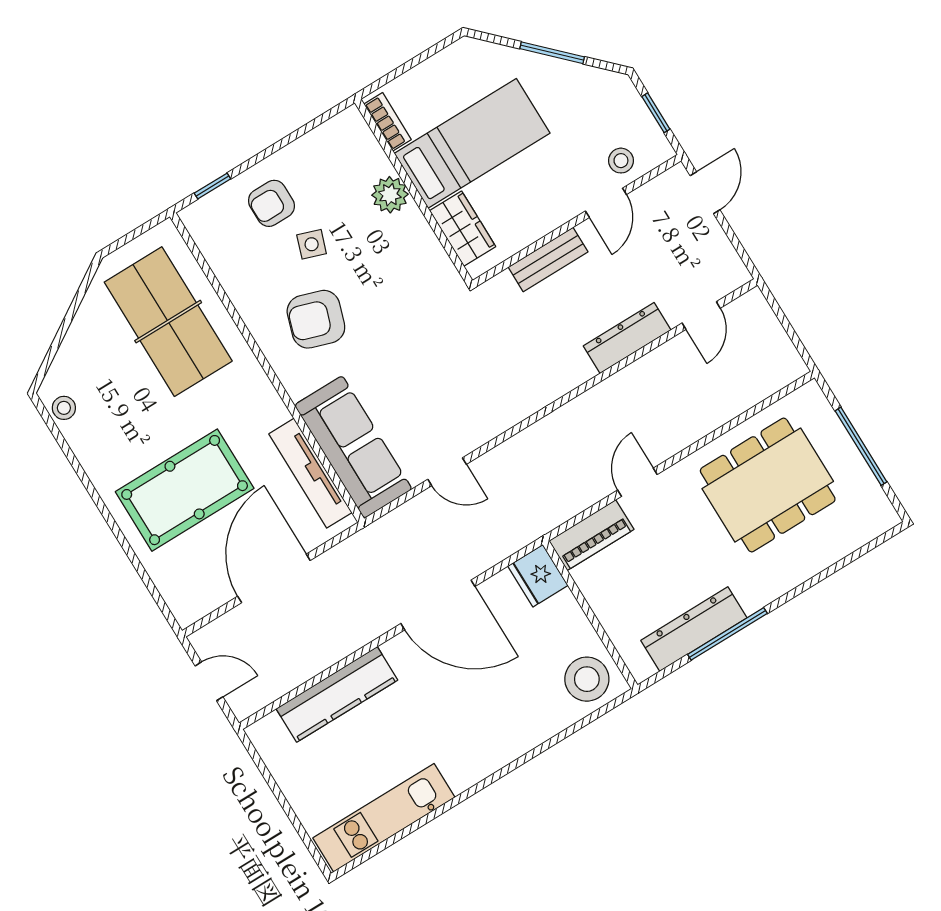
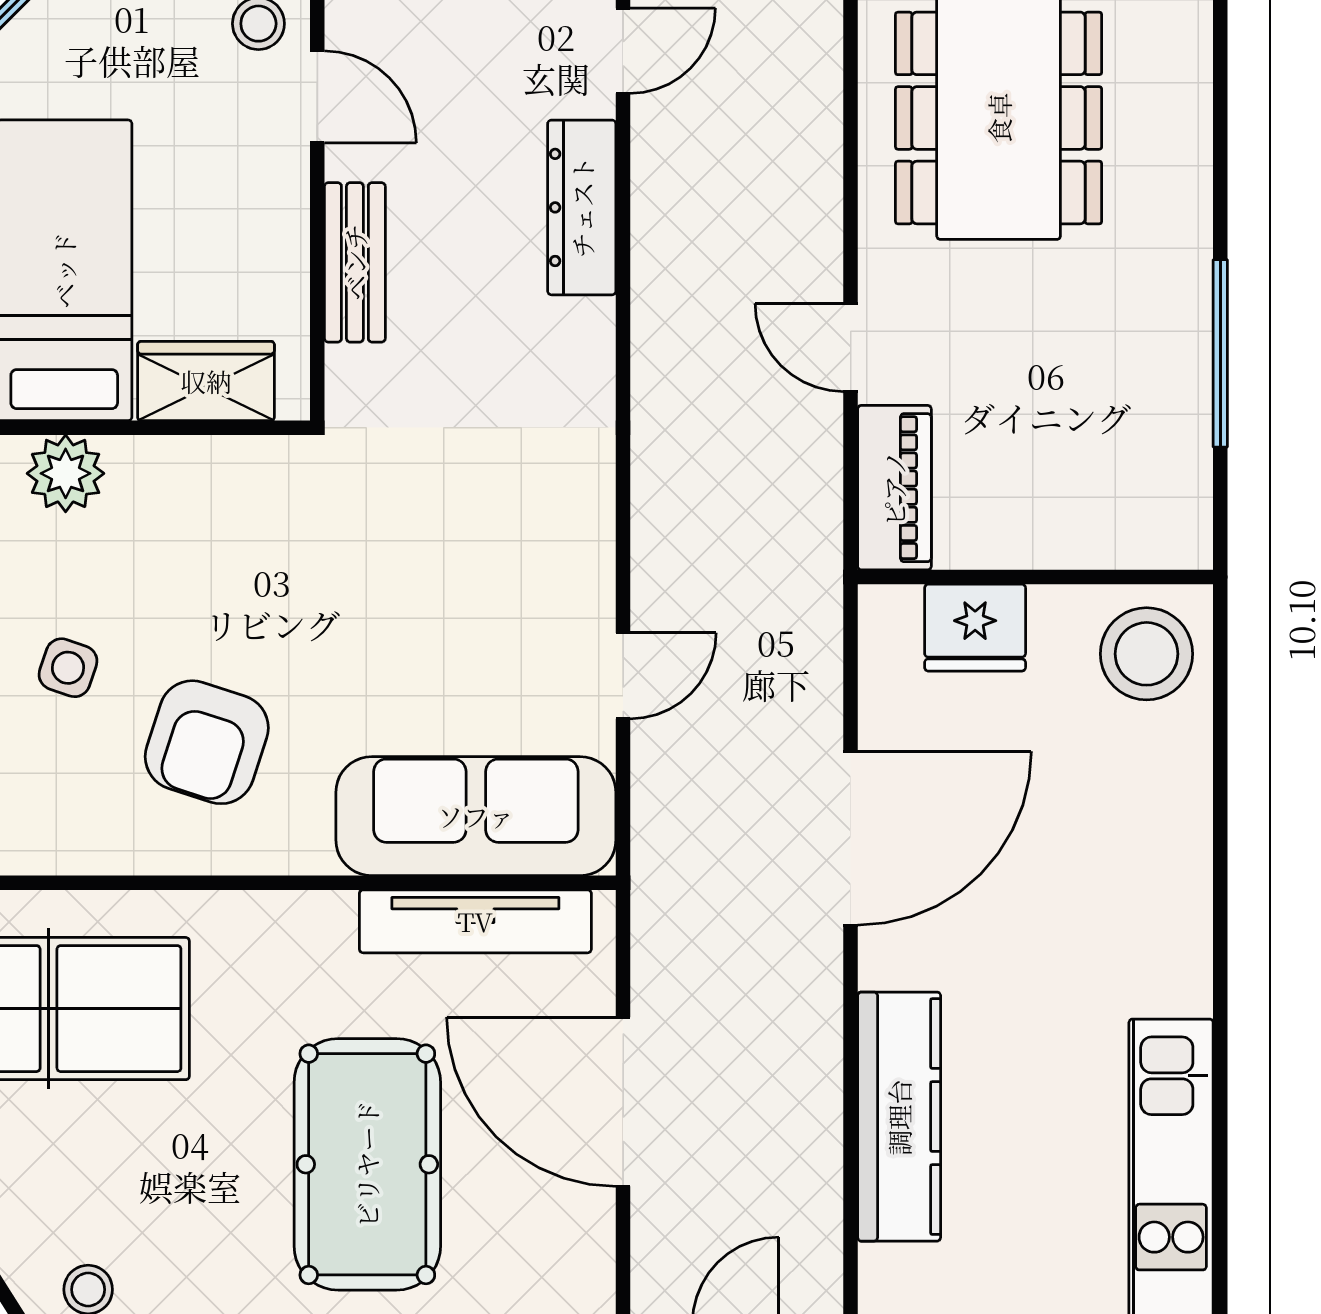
door: (701, 316) -> (623, 51), hinge flipped
fridge: (538, 576) -> (975, 628), moved
dresser: (694, 629) -> (1175, 408), removed

